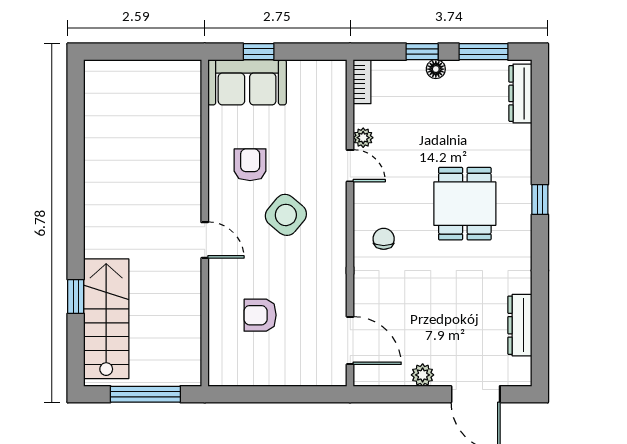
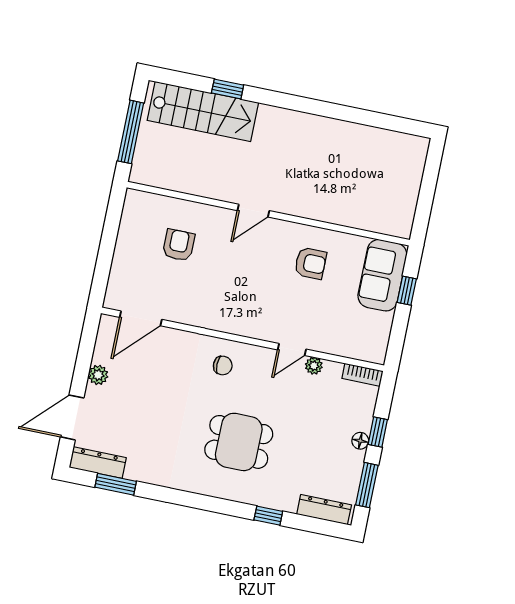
window: (540, 199) -> (268, 516), moved
side table: (286, 215) -> (261, 285), removed
dresser: (520, 325) -> (98, 463), moved
window: (540, 331) -> (116, 484), added

